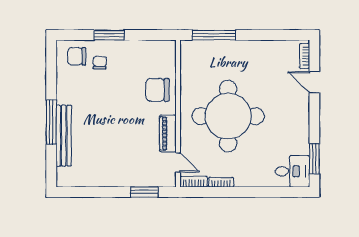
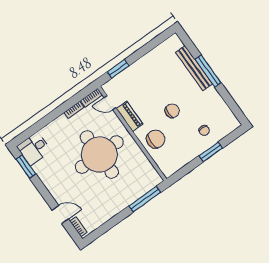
chair: (77, 56) -> (172, 111), moved

